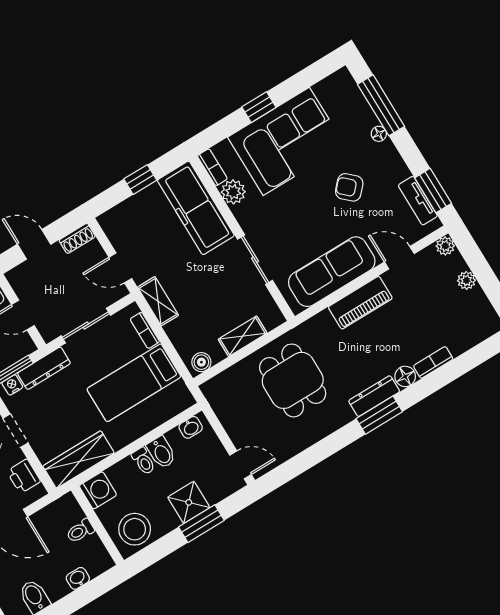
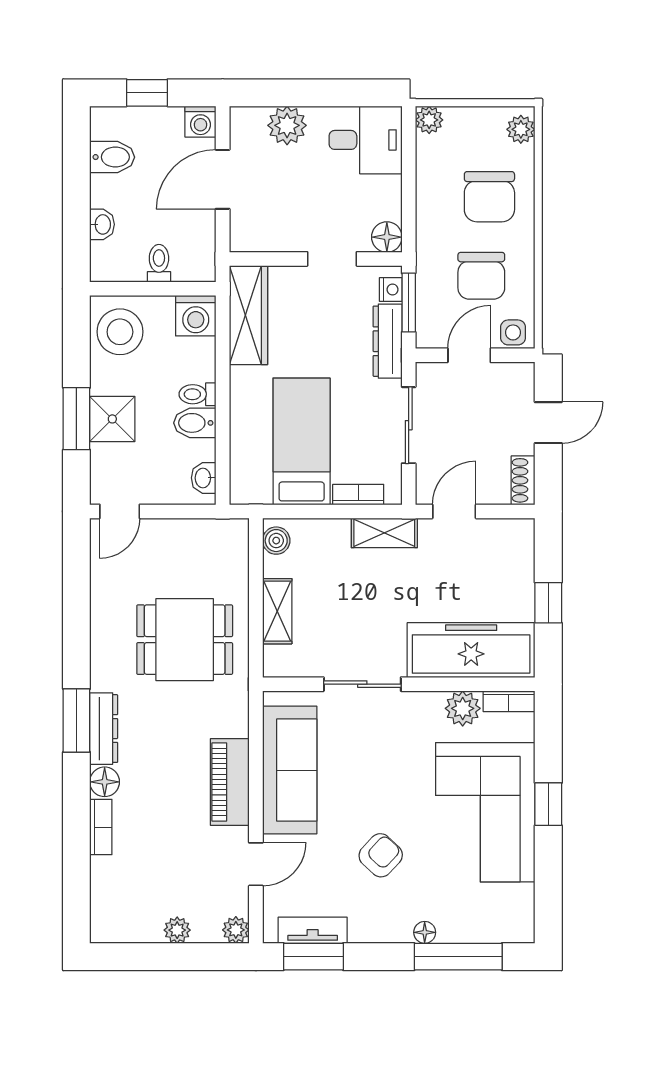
printer: (24, 476) -> (269, 235), removed

